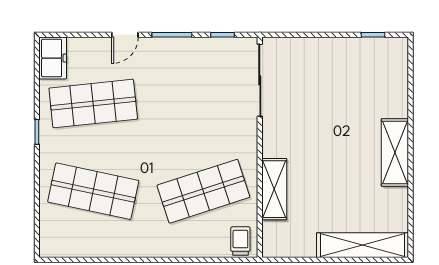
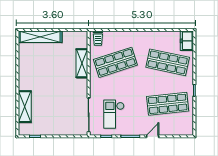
freezer: (53, 58) -> (187, 41), moved
checkout: (207, 82) -> (114, 114), added
shelving: (395, 153) -> (25, 107), moved

